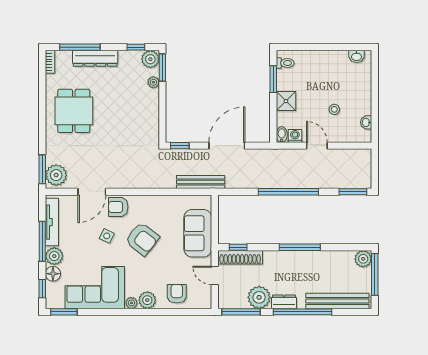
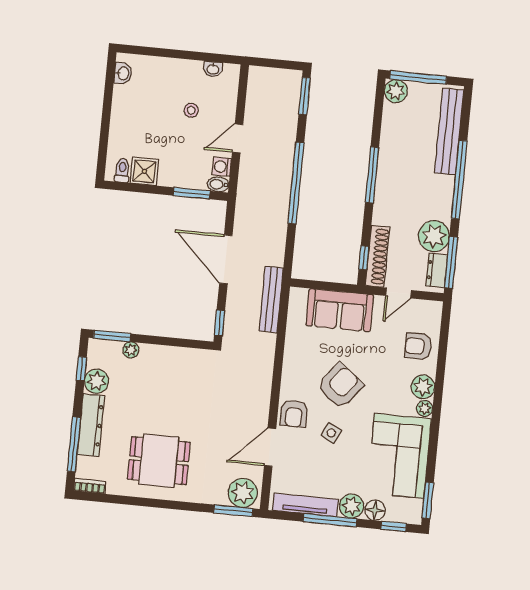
plant: (150, 59) -> (96, 381), moved
window: (273, 79) -> (192, 193), moved
shower: (286, 101) -> (144, 171), moved
door: (92, 192) -> (270, 447), swing flipped
dresser: (284, 302) -> (437, 270), moved

